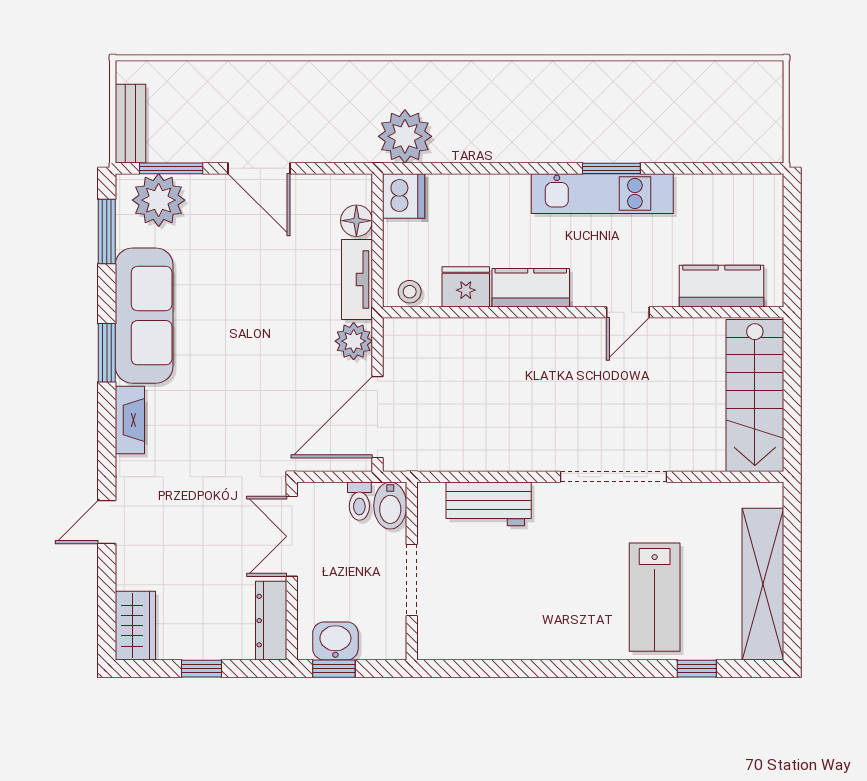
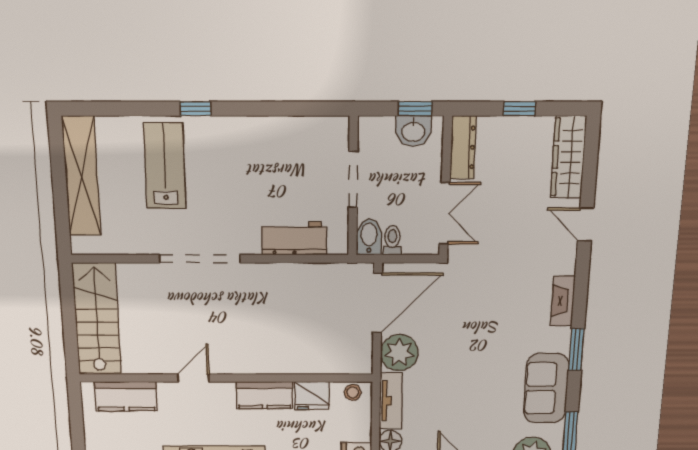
sofa: (144, 316) -> (546, 388), width x0.73
plant: (354, 341) -> (399, 353), width x1.36, depth x1.36
door: (107, 522) -> (586, 224), swing flipped
wardrobe: (135, 626) -> (568, 157), width x1.50
window: (697, 669) -> (195, 109), moved

